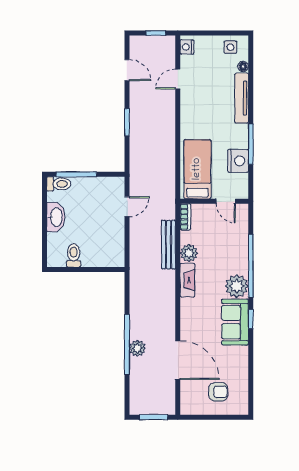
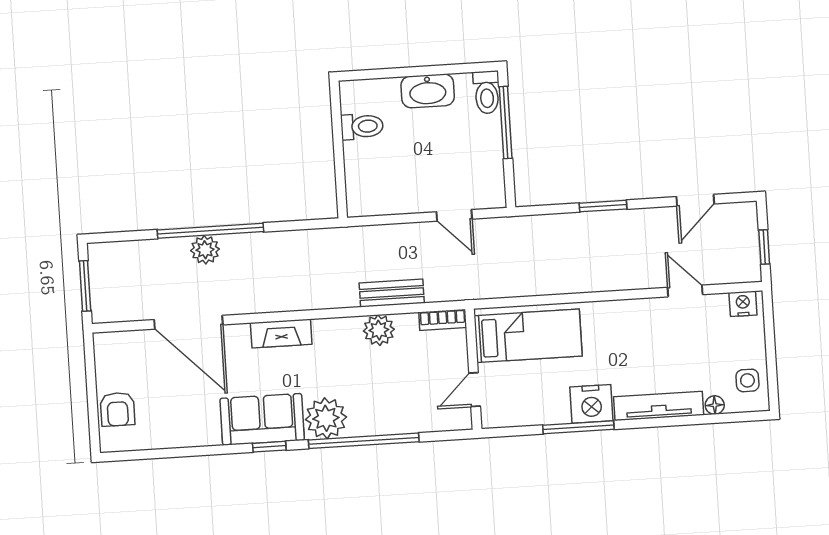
nightstand: (238, 161) -> (591, 404), moved
bench: (169, 245) -> (392, 293), width x0.73
fireplace: (187, 280) -> (281, 333), moved
door: (178, 360) -> (188, 322), hinge flipped
armchair: (218, 392) -> (118, 409), moved

